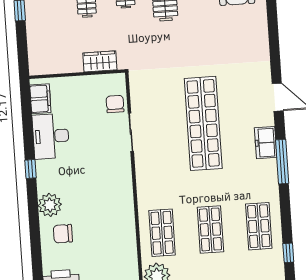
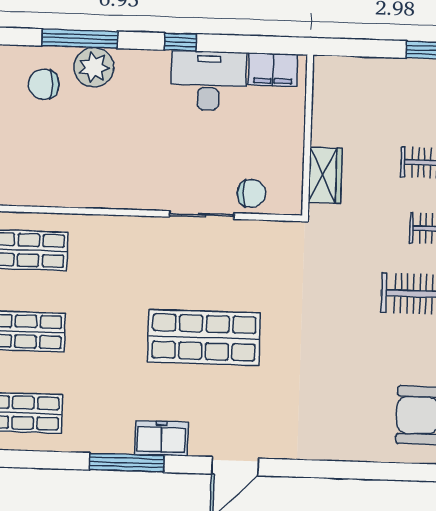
shop shelf: (203, 123) -> (204, 337), width x0.71
window: (31, 169) -> (180, 42), moved
window: (34, 215) -> (80, 39), added
chair: (63, 234) -> (44, 84), turned -90

